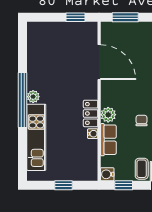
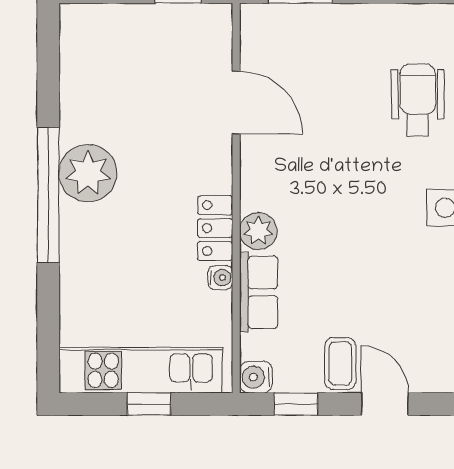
door: (99, 62) -> (236, 102), width x0.73
plant: (33, 97) -> (88, 173), width x1.87, depth x1.87
chair: (142, 121) -> (340, 245), removed
kitchen unit: (36, 137) -> (141, 370), moved, turned -90

